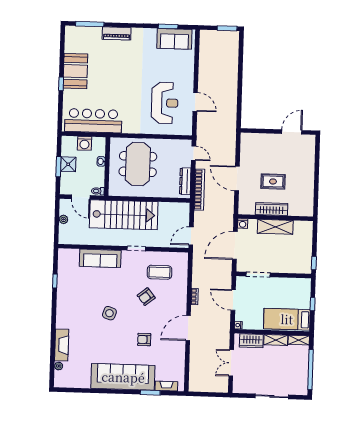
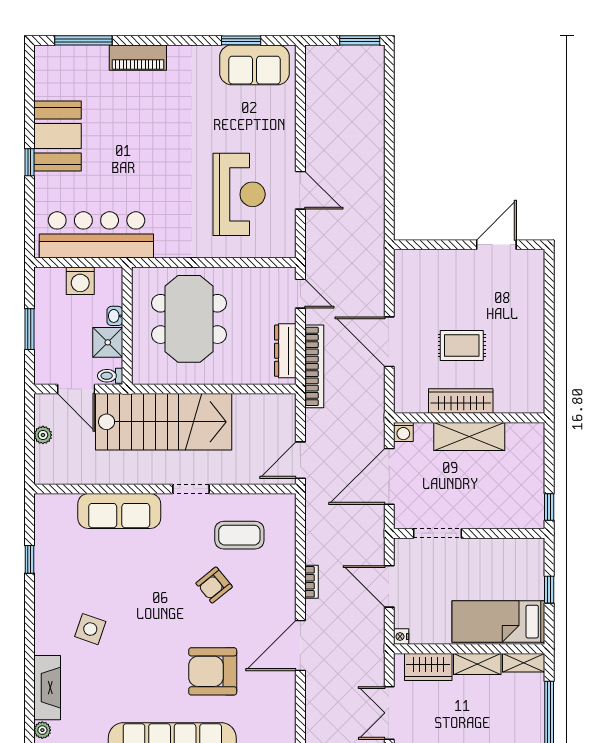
shower: (68, 164) -> (108, 342), moved
side table: (109, 313) -> (90, 629), moved
armchair: (144, 339) -> (213, 671), width x1.88, depth x1.88

